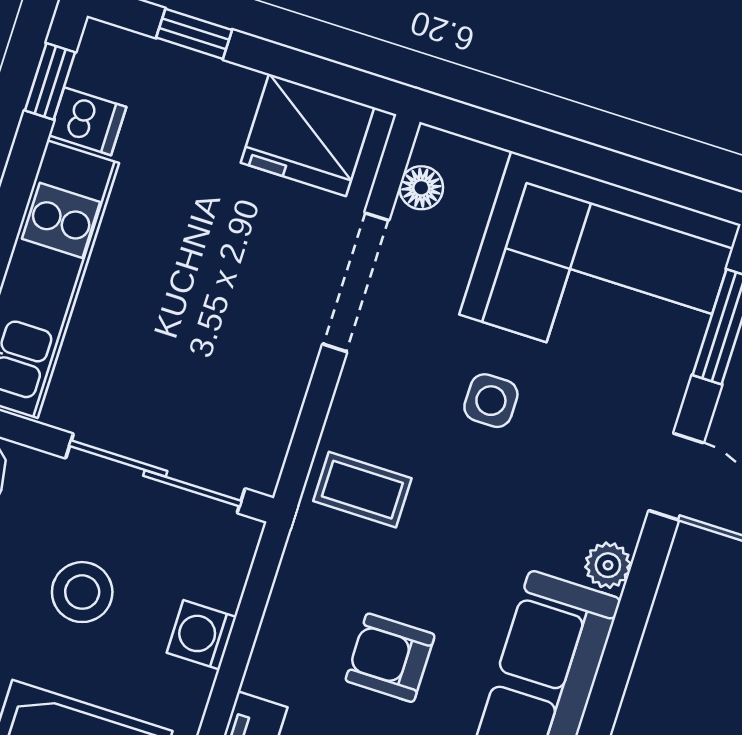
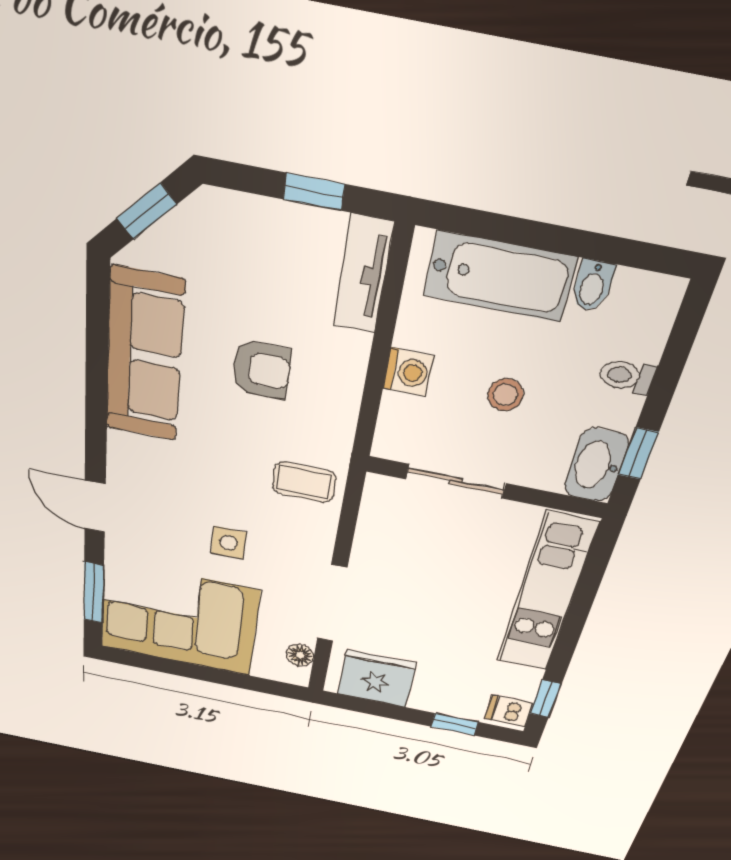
dishwasher: (88, 121) -> (509, 711), moved
sliding door: (155, 473) -> (456, 481), width x0.73
plant: (608, 565) -> (123, 448), removed
stool: (82, 592) -> (505, 395), width x0.73, depth x0.73

